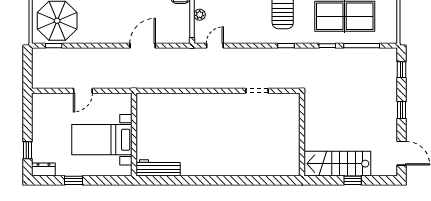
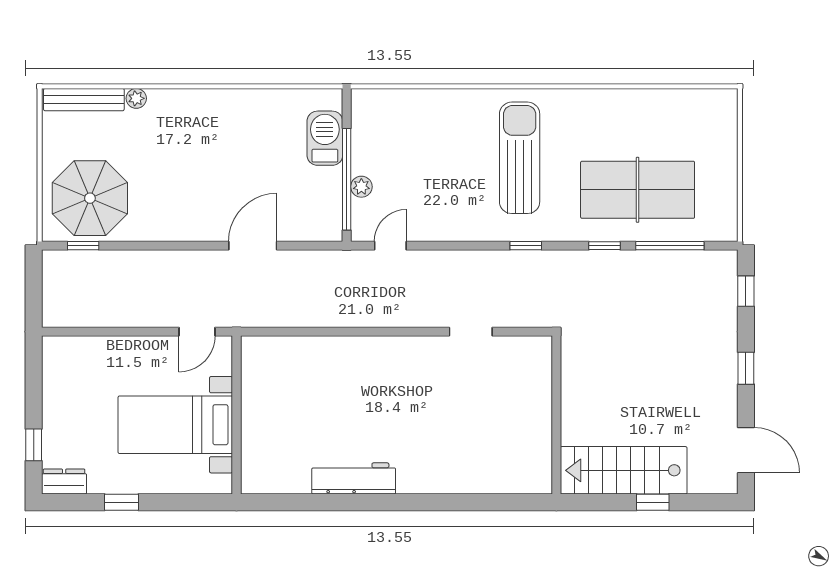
door: (83, 91) -> (197, 332), moved
workbench: (158, 168) -> (354, 478), moved

